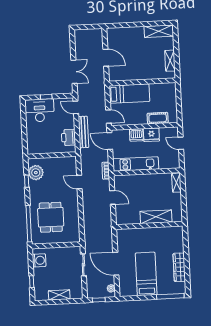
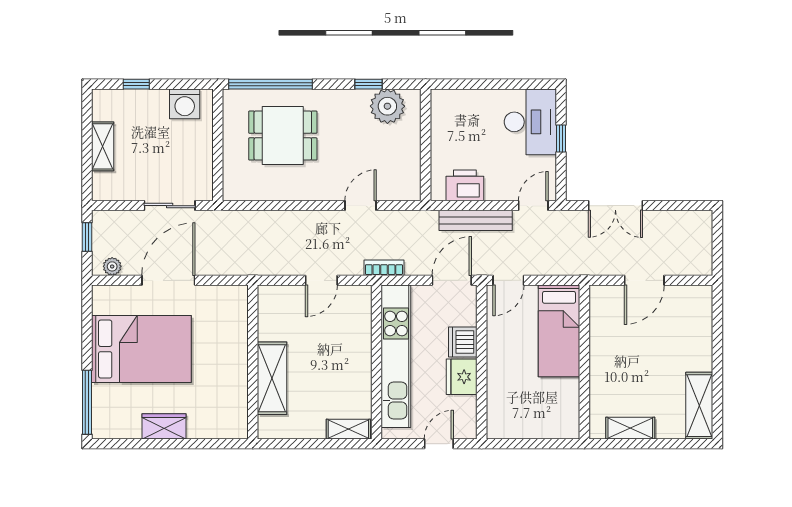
cot: (158, 118) -> (499, 393), removed
kitchen unit: (136, 164) -> (396, 356), width x1.36
wardrobe: (179, 267) -> (164, 426), width x0.67
bed: (146, 274) -> (141, 349), width x1.50

